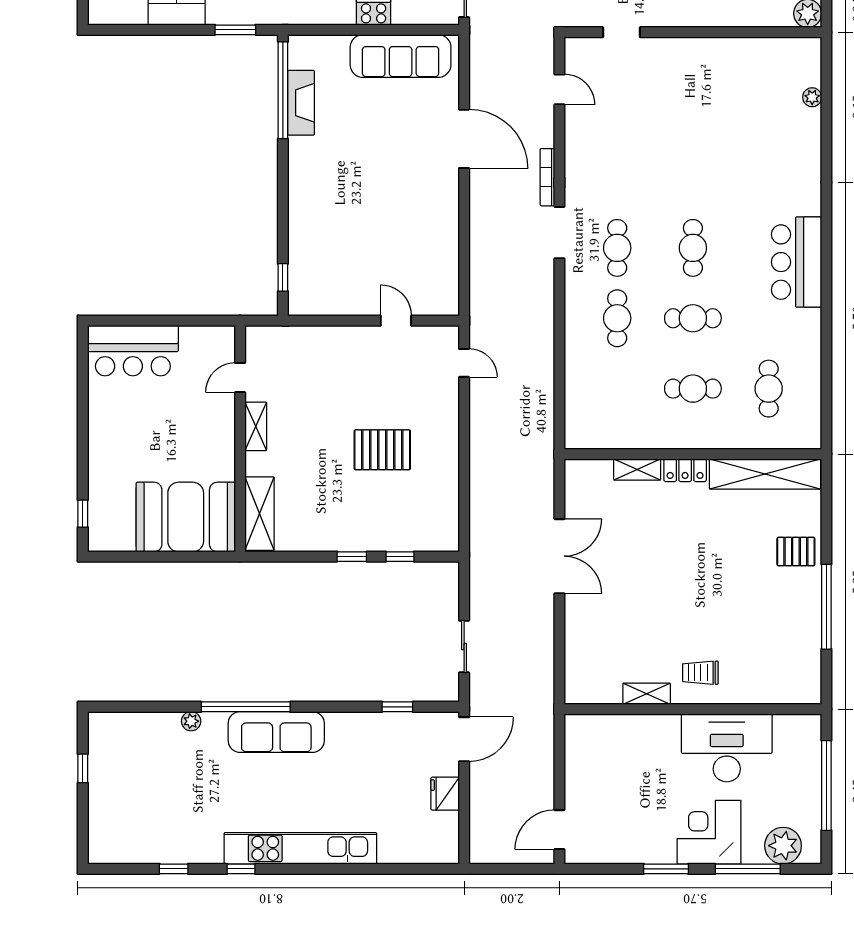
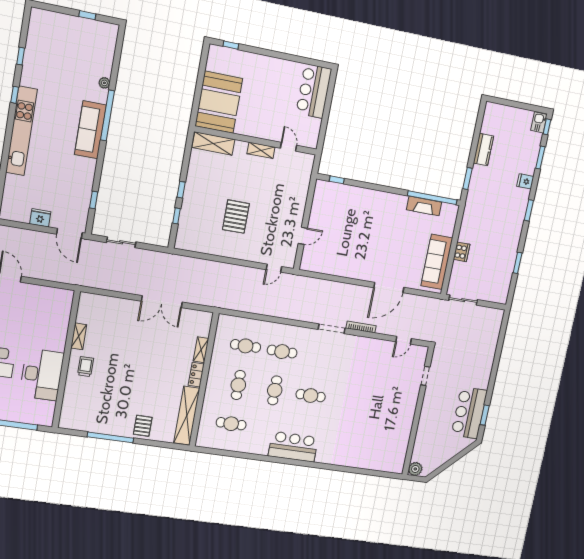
plant: (812, 97) -> (374, 466), removed
cafe table: (617, 248) -> (246, 346), moved

